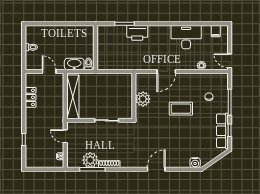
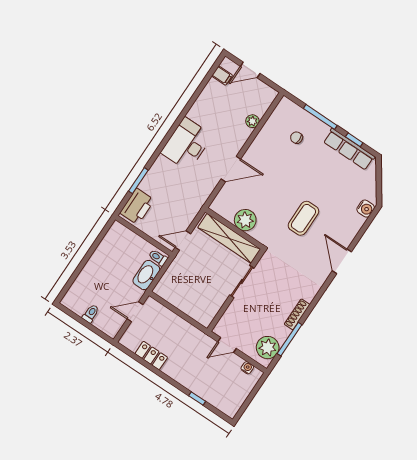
printer: (137, 33) -> (137, 206), moved
desk: (186, 37) -> (187, 144), moved
door: (230, 61) -> (250, 70), moved
door: (108, 72) -> (183, 241), added
door: (166, 72) -> (231, 169), hinge flipped
shelving: (73, 97) -> (229, 238), moved
coffee table: (181, 109) -> (303, 218), moved
plant: (90, 160) -> (268, 348), moved

